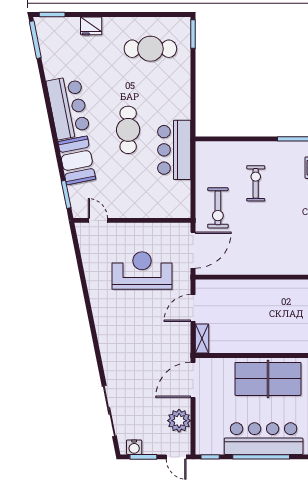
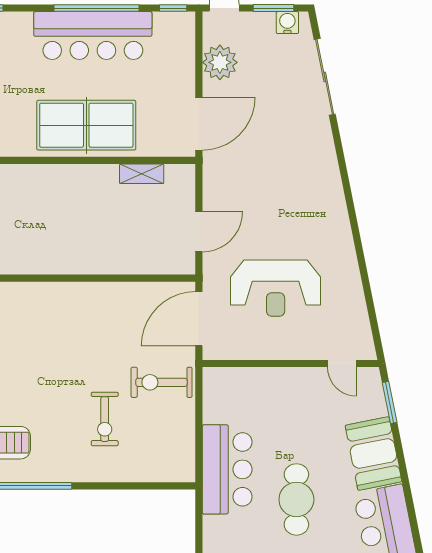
exercise bike: (218, 208) -> (161, 382), turned -90
shelving: (202, 339) -> (142, 174), moved, turned 90

